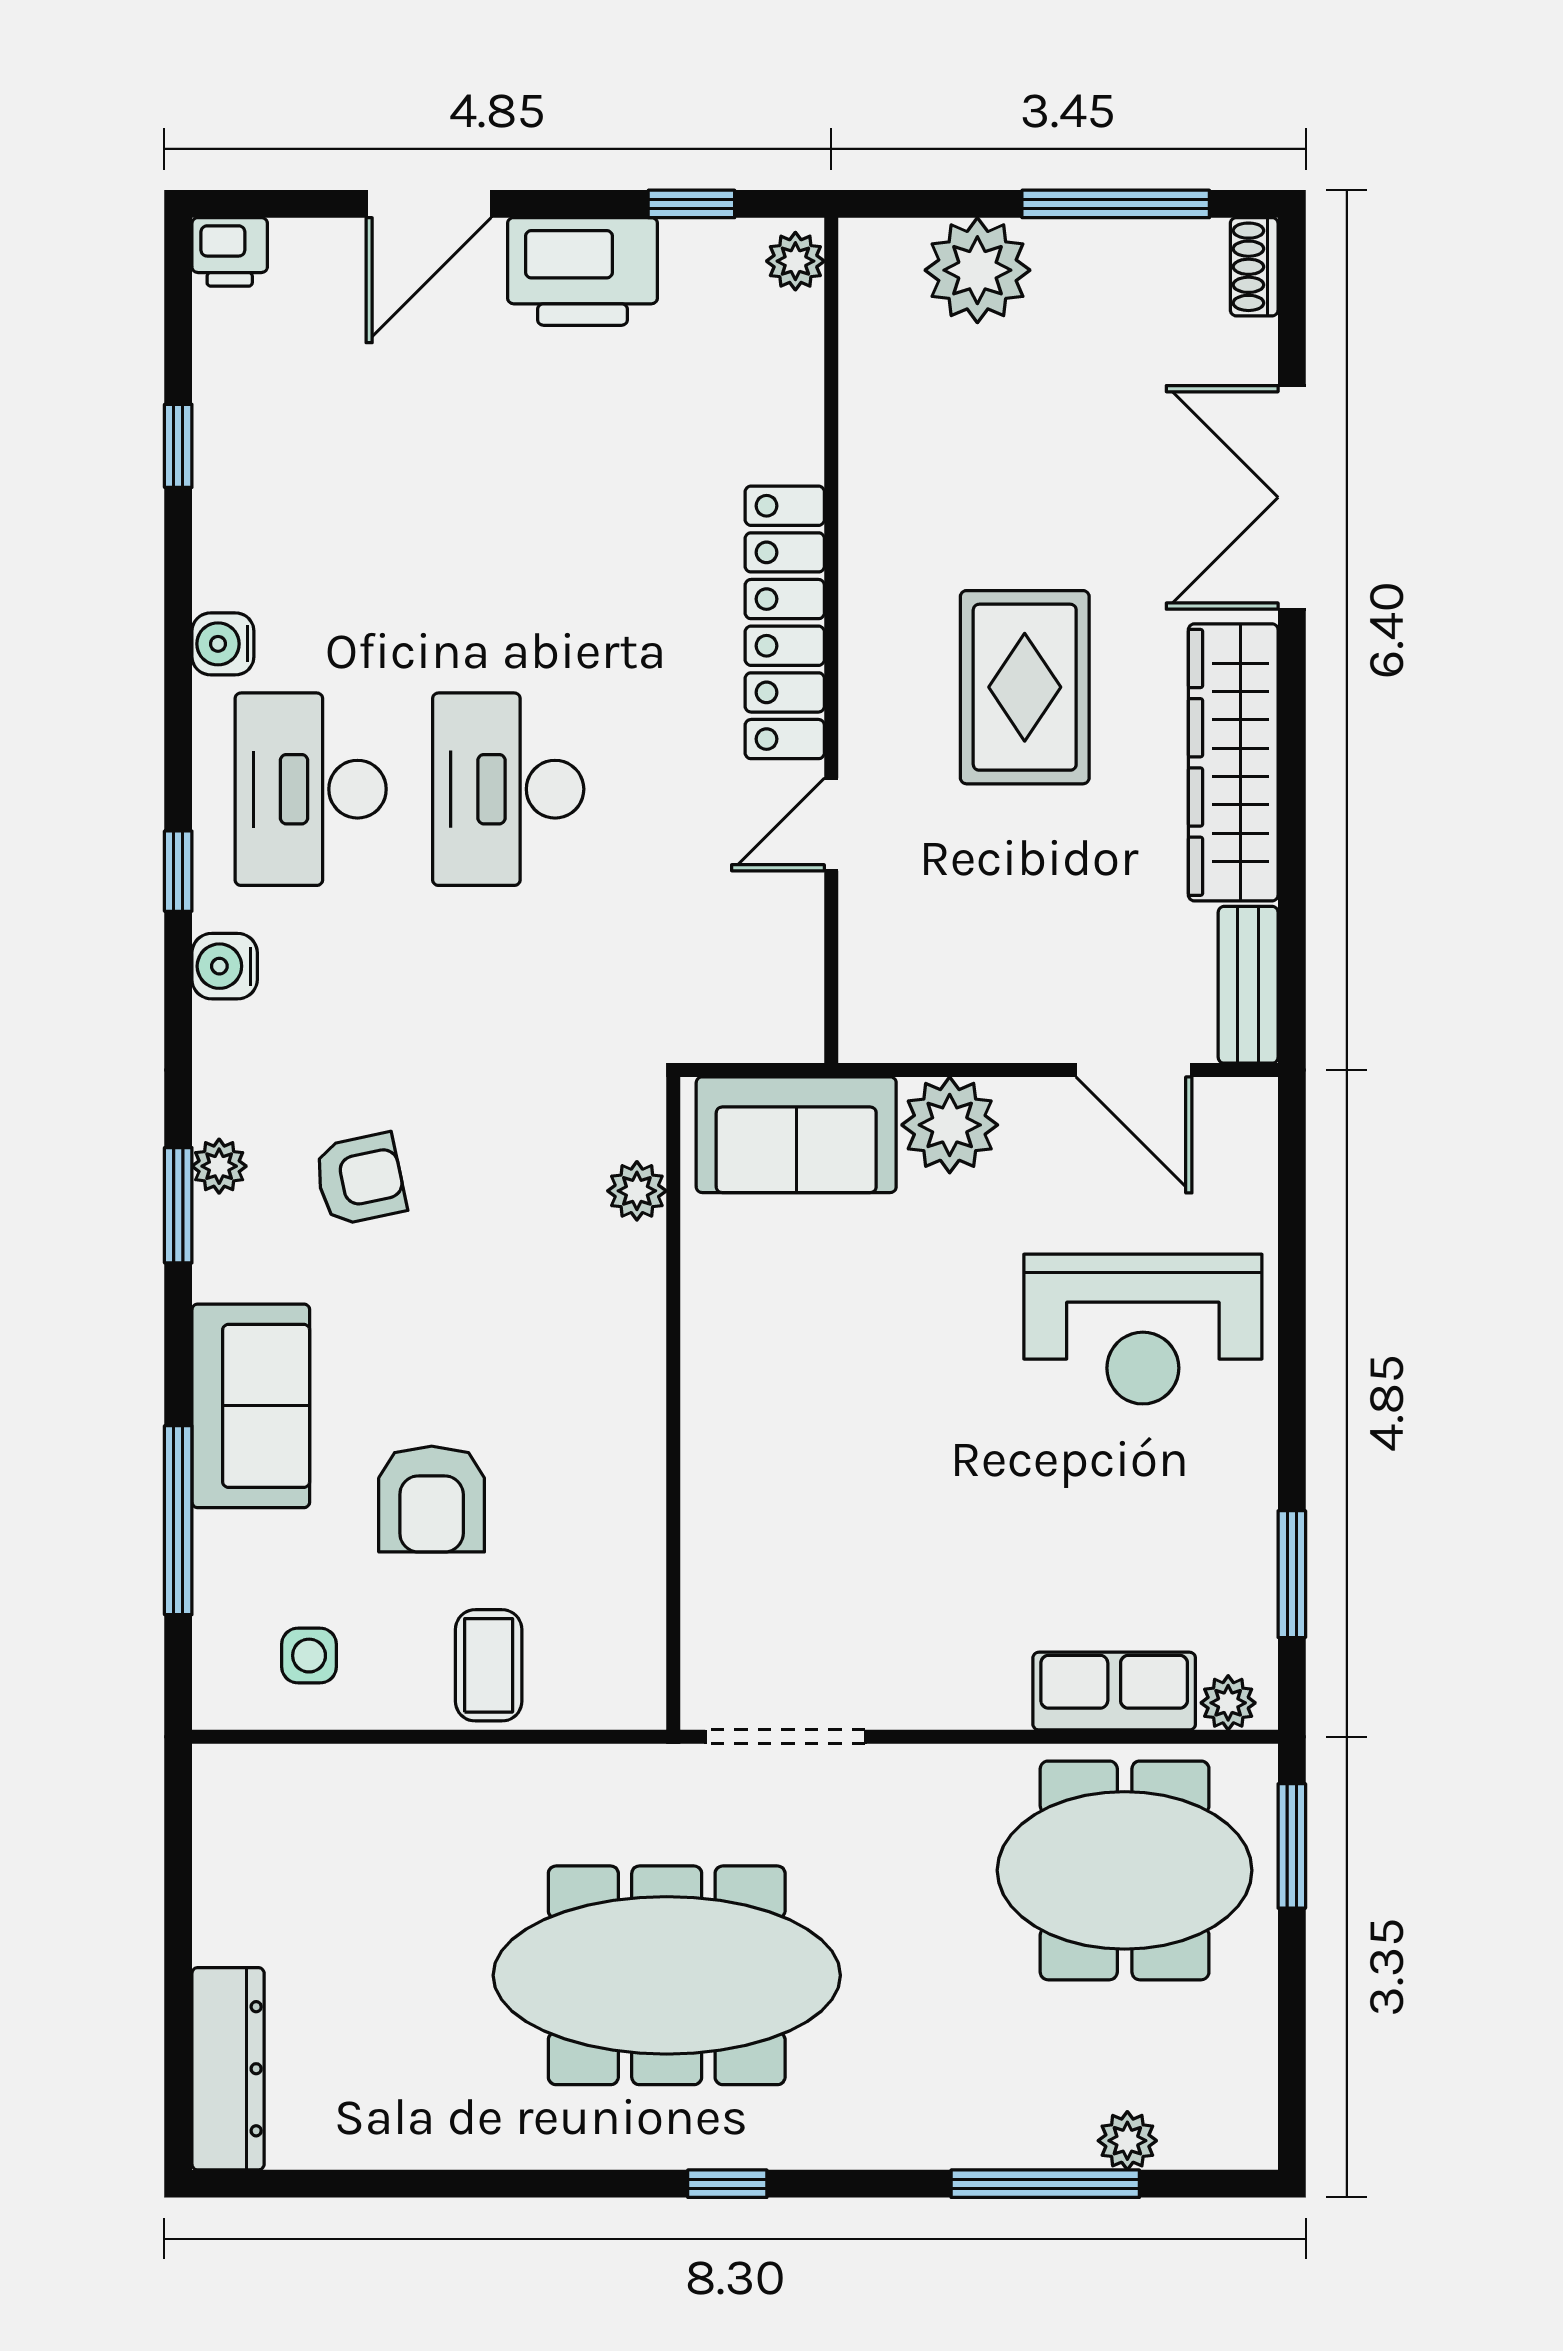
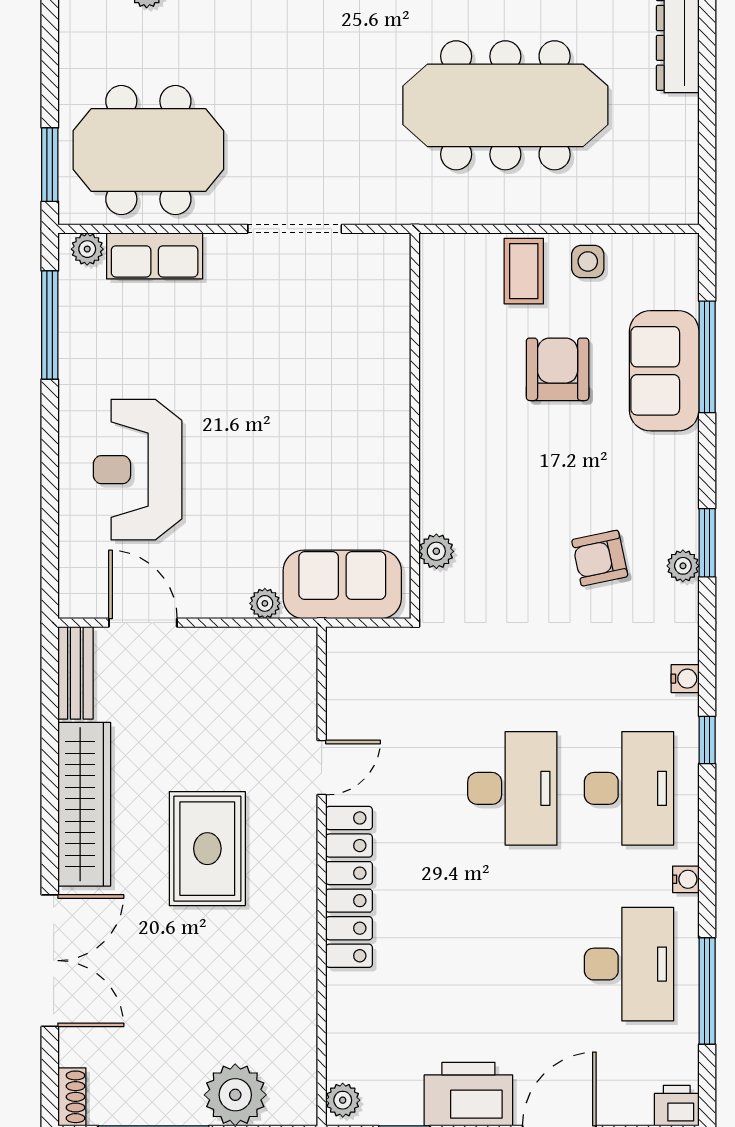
window: (178, 446) -> (707, 991), width x2.17
desk: (311, 492) -> (629, 964), added
water cooler: (223, 644) -> (686, 879), width x0.72, depth x0.72
water cooler: (225, 966) -> (685, 679), width x0.72, depth x0.72
plant: (950, 1125) -> (265, 603), width x0.53, depth x0.53
reception desk: (1143, 1329) -> (138, 470), turned -90
sofa: (251, 1406) -> (664, 371), moved
window: (1292, 1574) -> (50, 325), width x1.44
side table: (309, 1656) -> (588, 261), moved
doorway: (785, 1737) -> (295, 229), moved
meeting table: (667, 1975) -> (505, 105), moved

